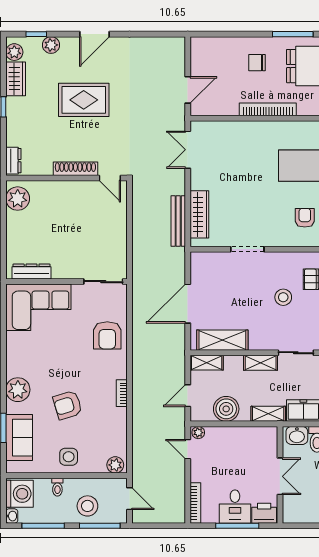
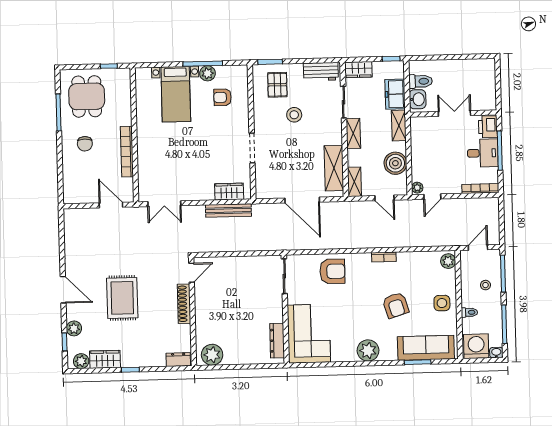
bookcase: (268, 109) -> (127, 152), moved
wardrobe: (199, 214) -> (229, 192), width x0.67
plant: (18, 390) -> (368, 350), moved
sofa: (19, 438) -> (426, 348), width x1.36
stool: (87, 506) -> (485, 285), width x0.53, depth x0.53

